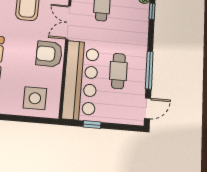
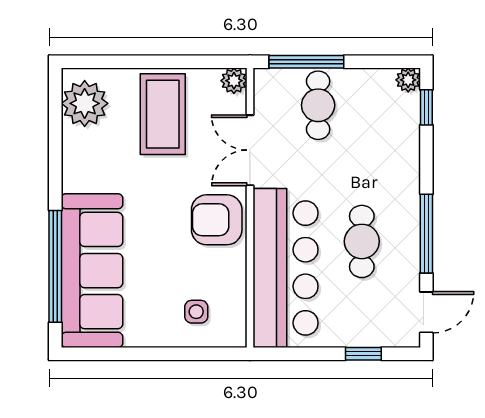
side table: (35, 98) -> (196, 312), width x0.54, depth x0.54
window: (92, 125) -> (363, 354), moved

